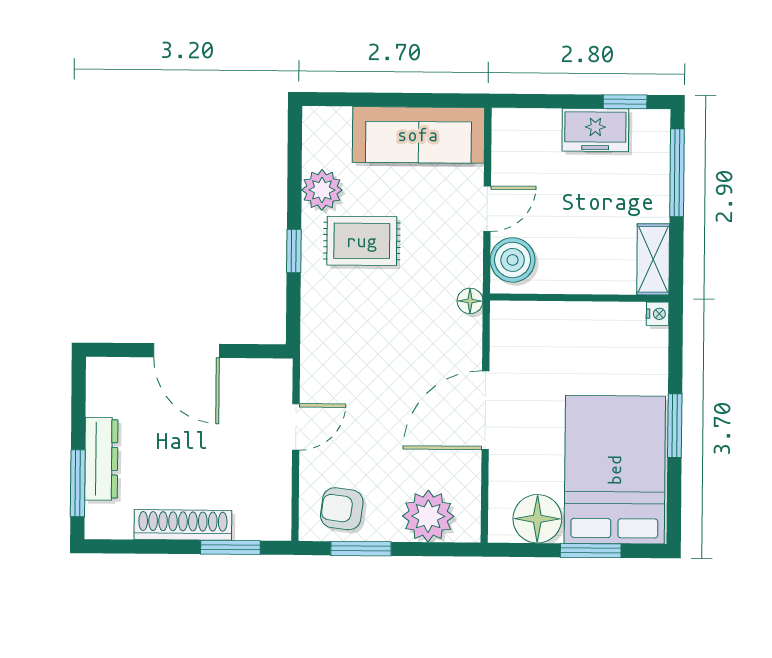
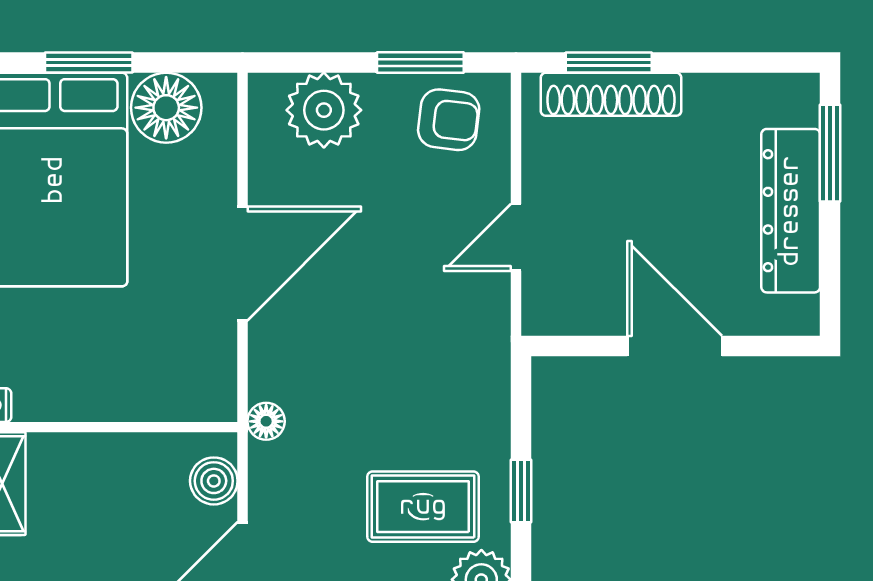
boiler: (513, 260) -> (214, 481), width x0.73, depth x0.73
dresser: (101, 459) -> (791, 211), width x1.37, depth x1.24
shoe rack: (183, 525) -> (611, 94), moved

